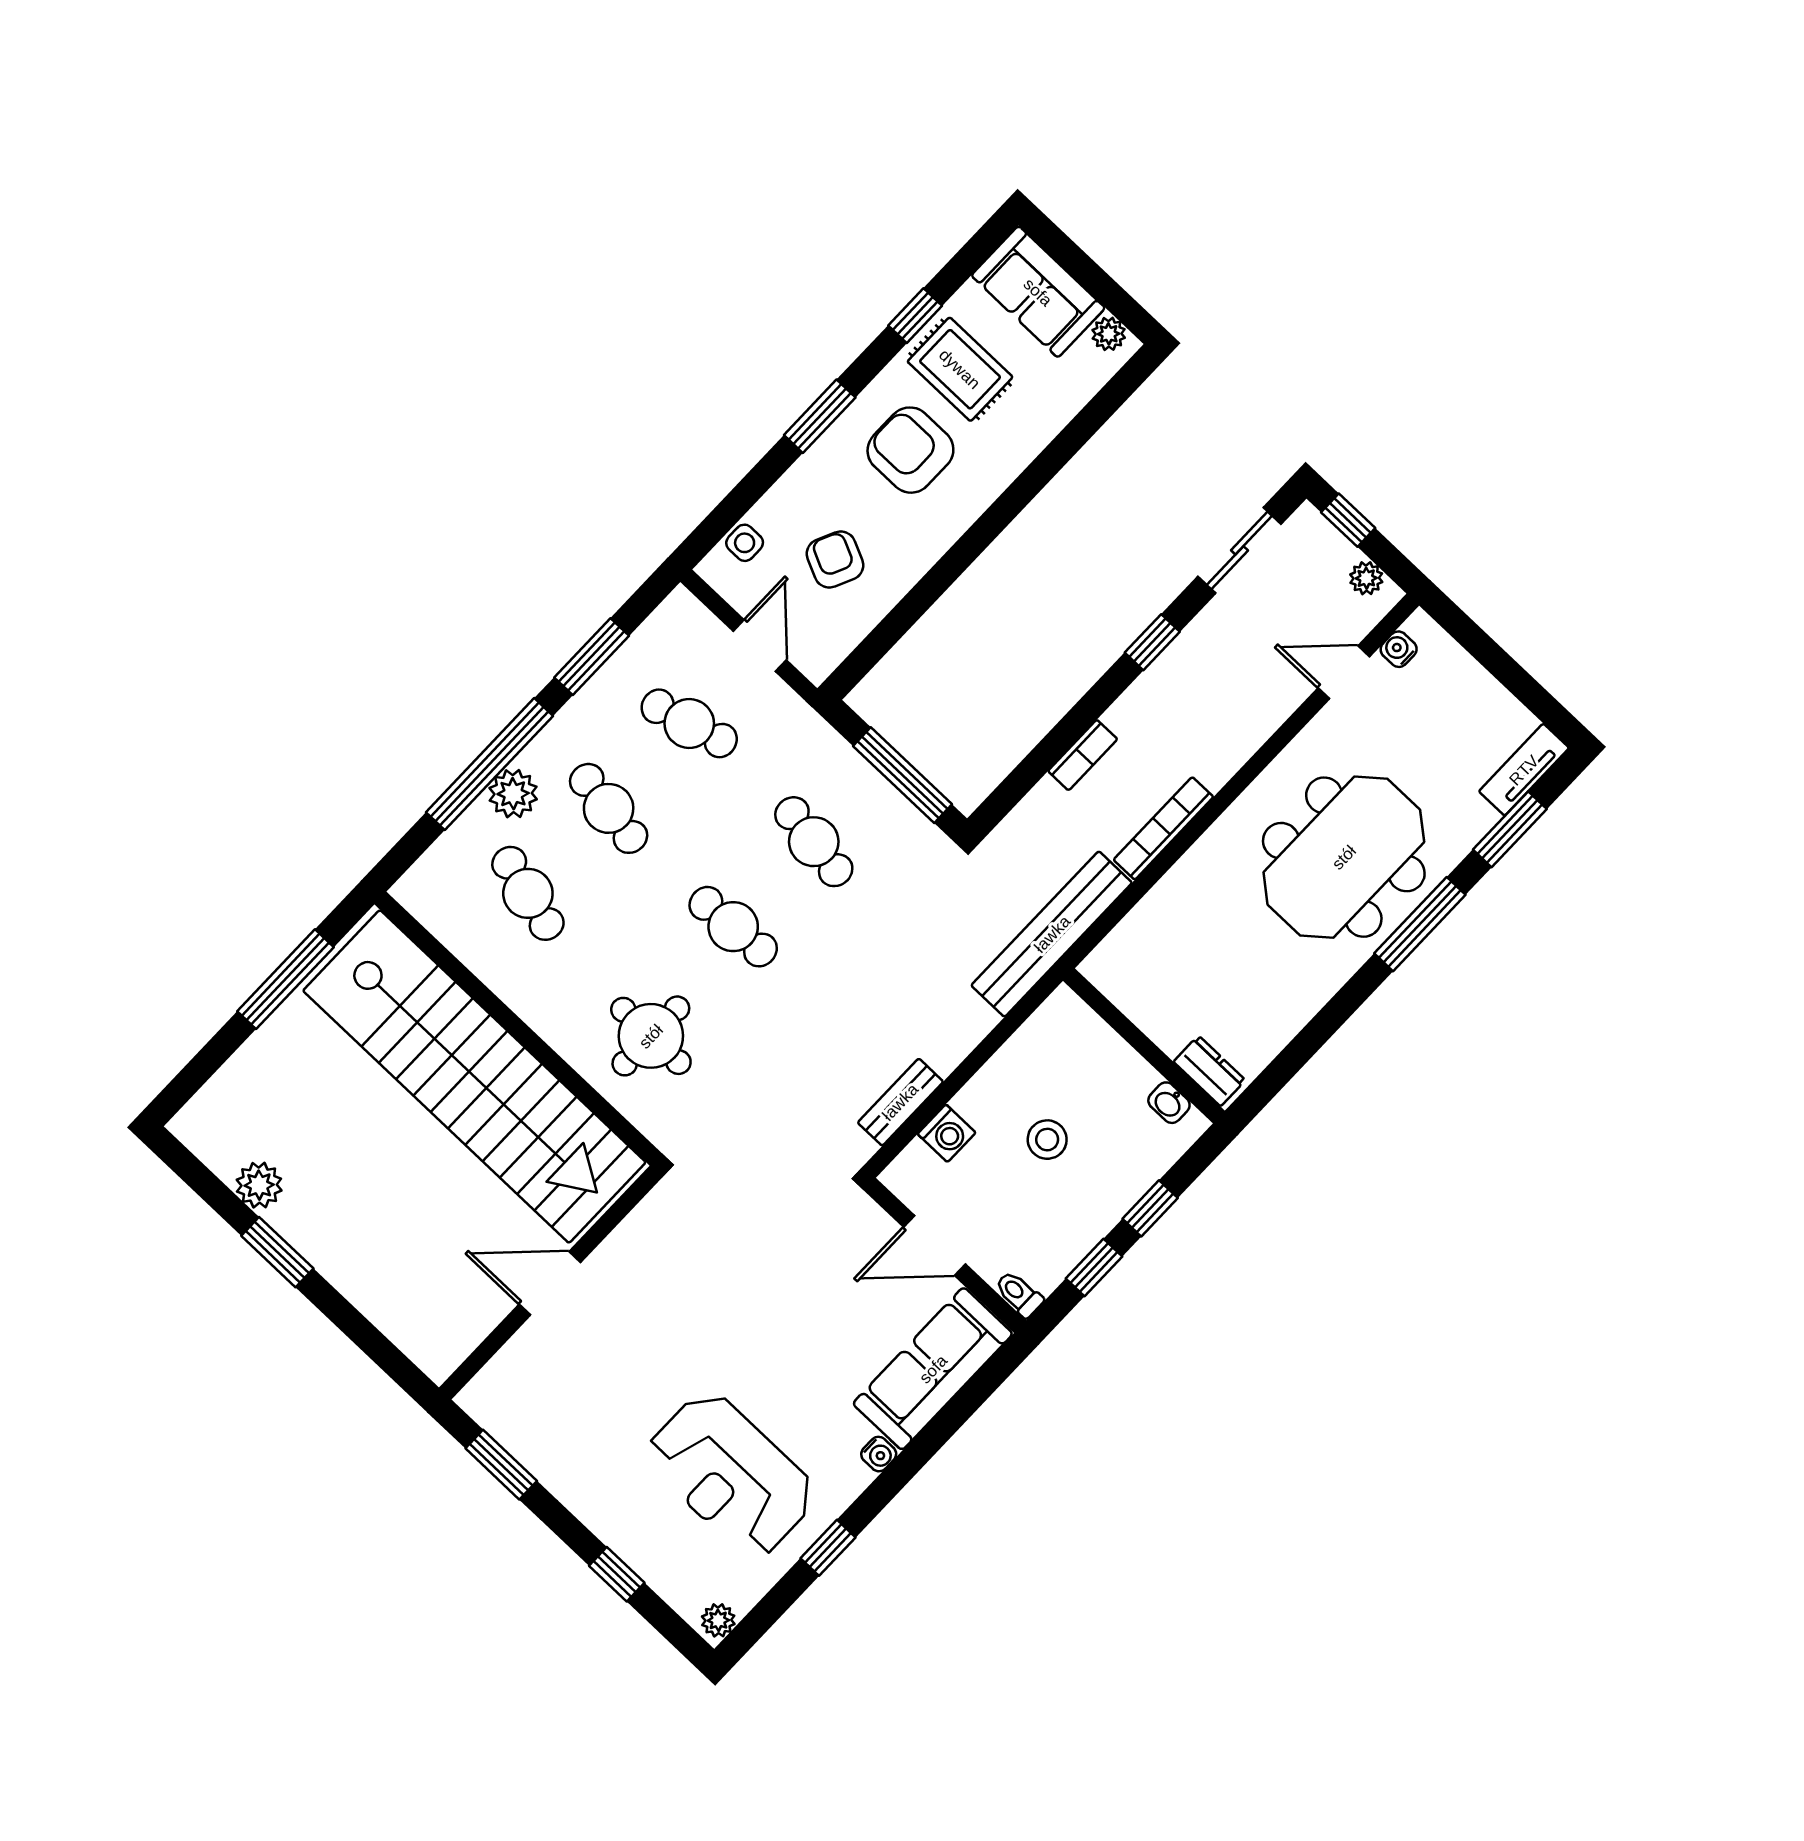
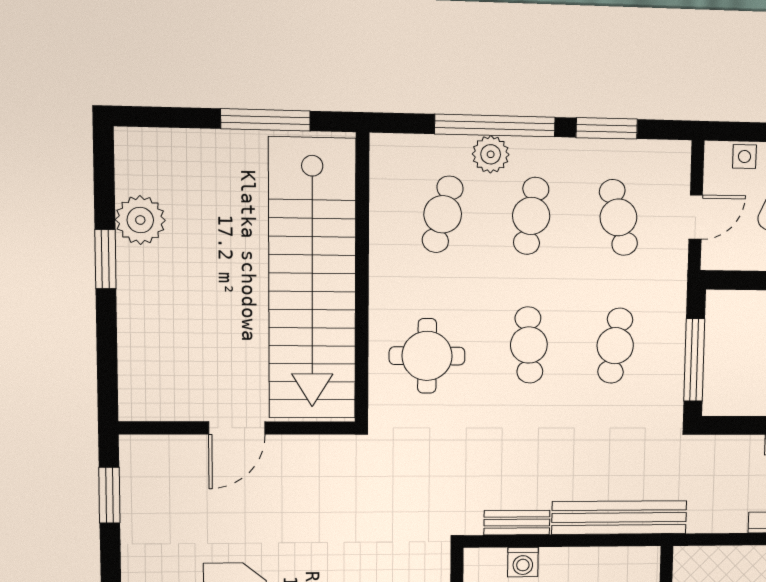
bench: (1052, 934) -> (619, 518), moved
plant: (259, 1185) -> (140, 220), width x1.36, depth x1.36
door: (550, 1283) -> (237, 428), swing flipped

